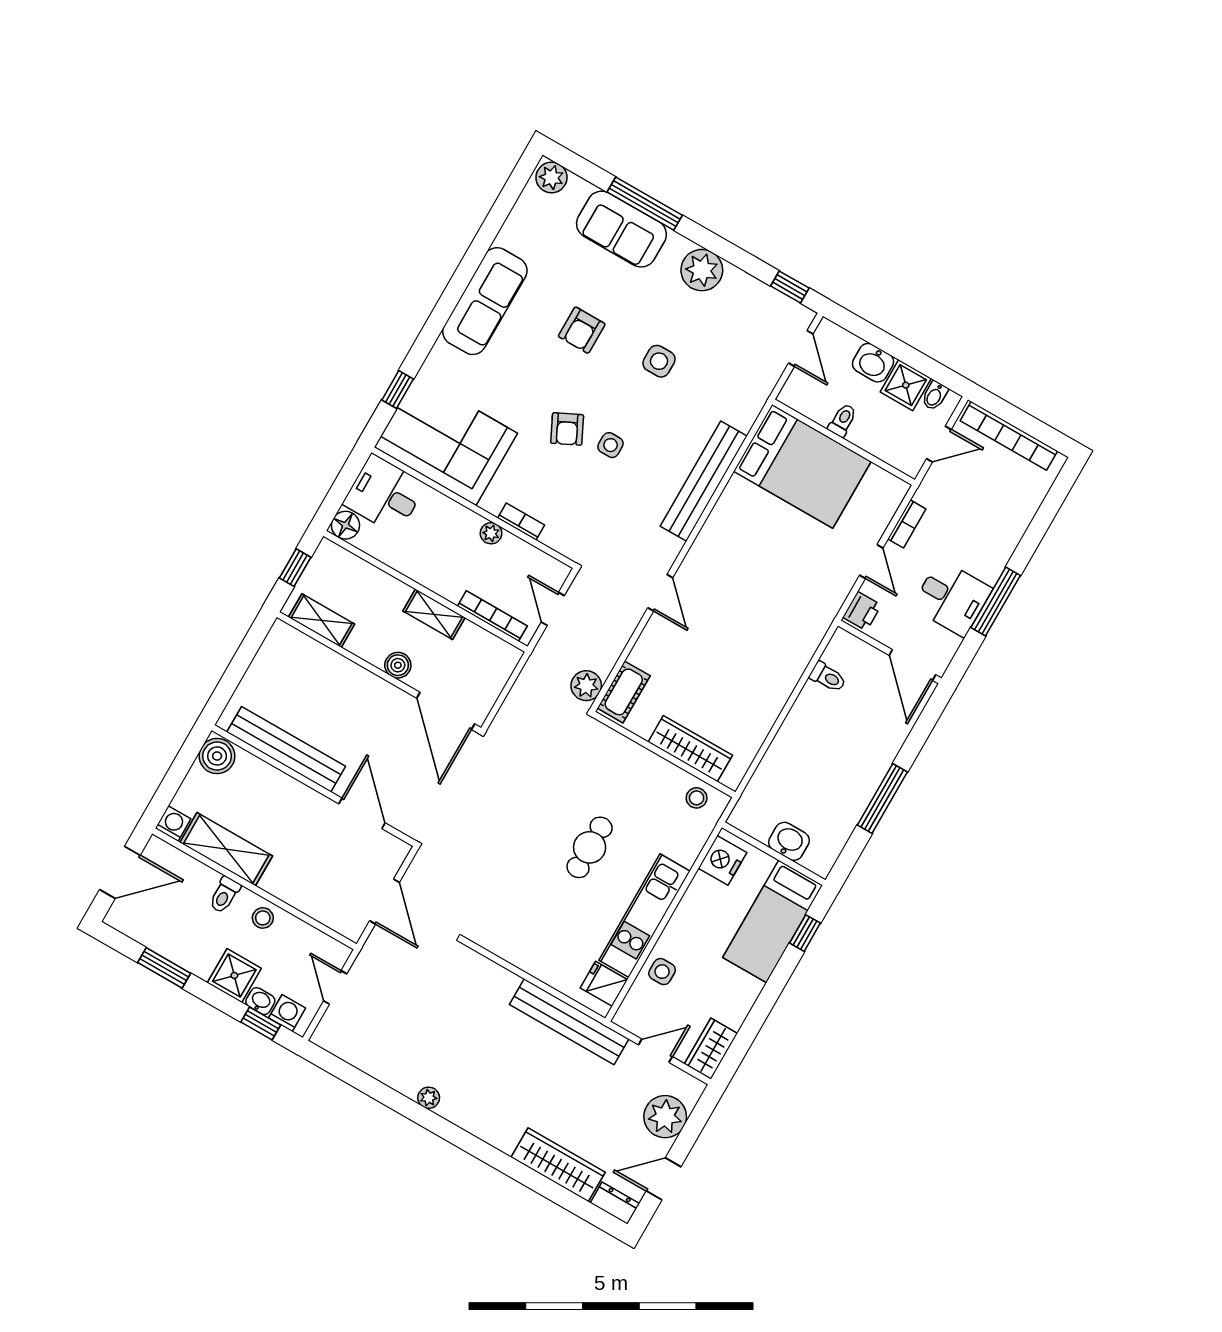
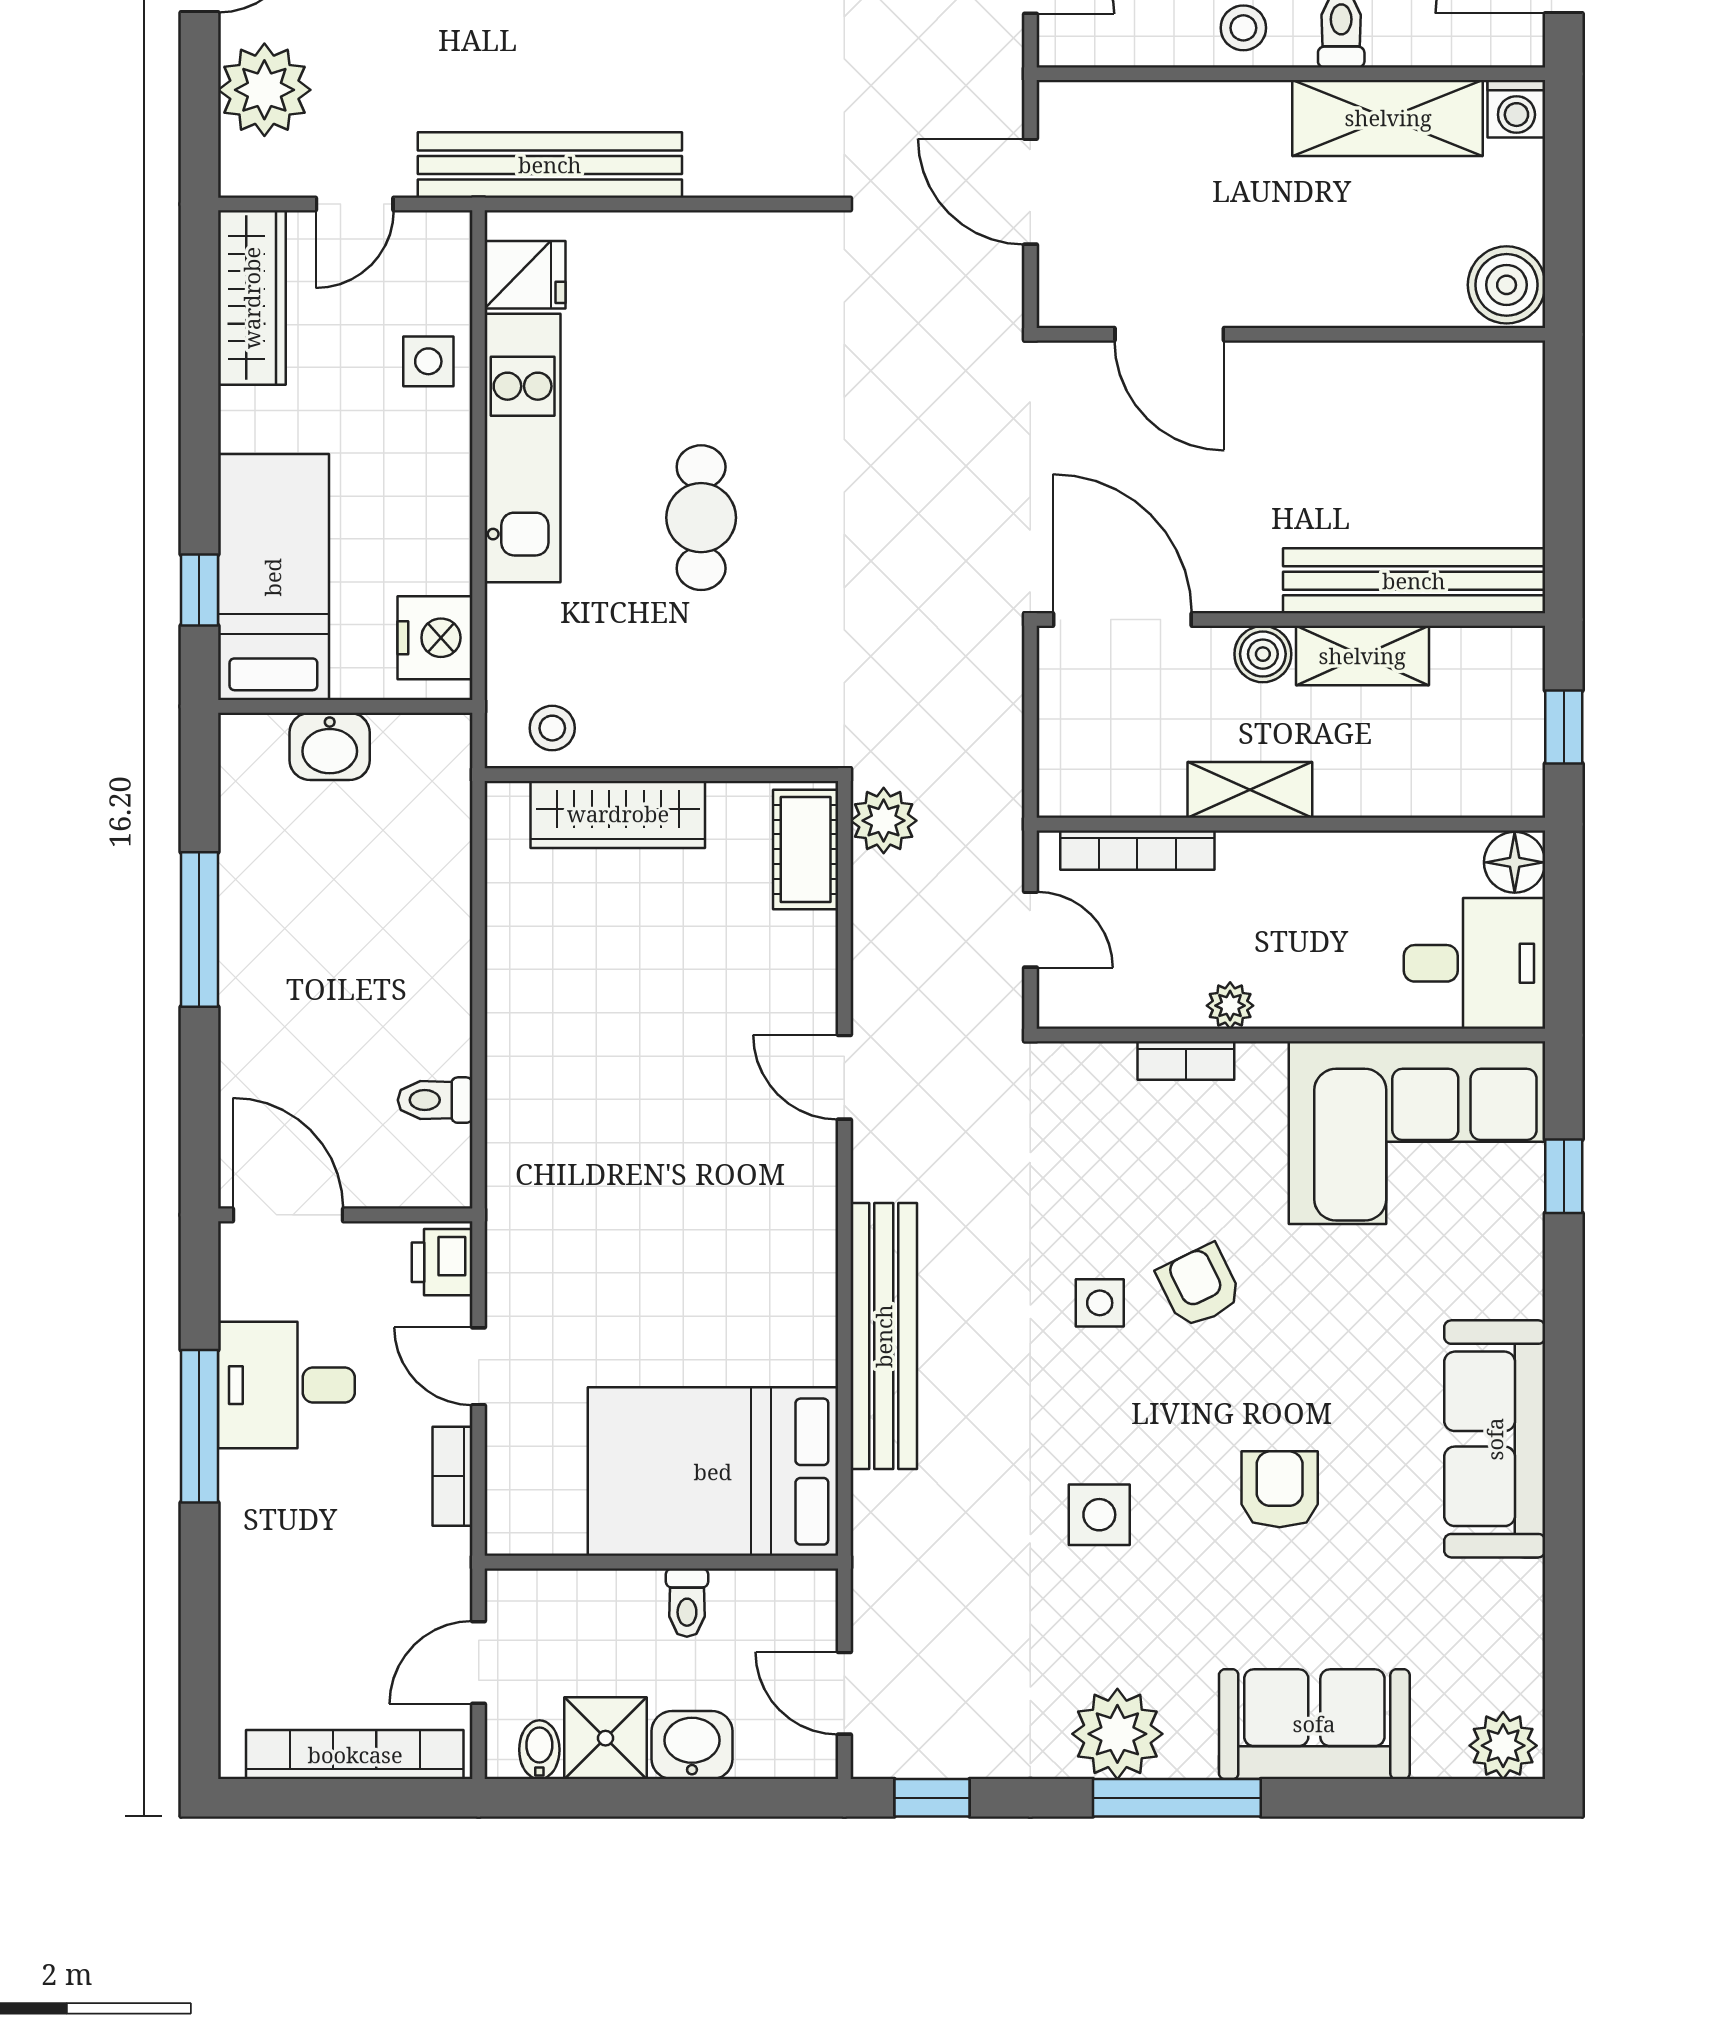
window: (645, 204) -> (1177, 1798), moved
shelving: (322, 620) -> (1362, 656), moved
bench: (286, 749) -> (1414, 581), moved
wardrobe: (711, 1049) -> (252, 298), width x1.50

